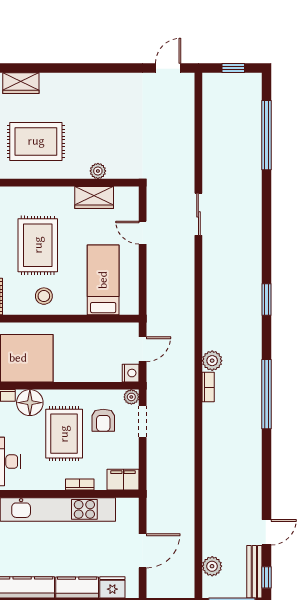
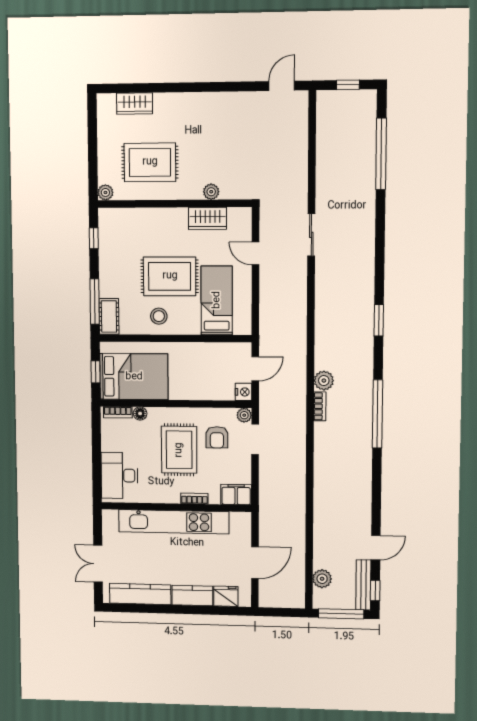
rug: (38, 245) -> (170, 276), moved, turned 90
floor lamp: (30, 403) -> (140, 413), width x0.53, depth x0.53

